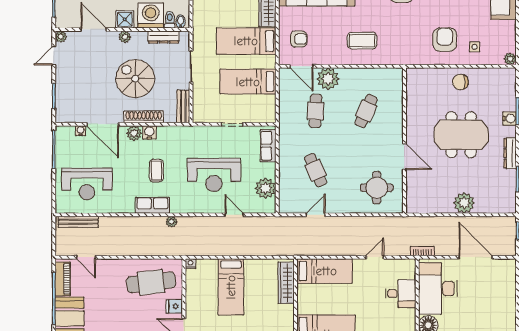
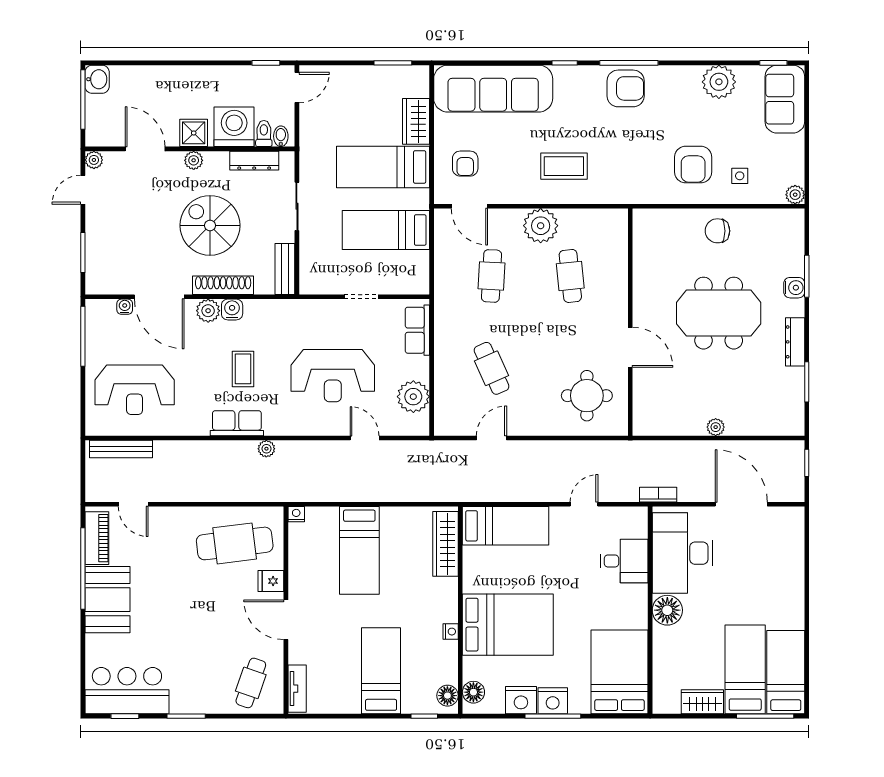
armchair: (299, 39) -> (465, 164), turned 90
armchair: (445, 40) -> (693, 165), turned 180
plant: (328, 79) -> (541, 226), moved
cafe table: (366, 111) -> (570, 276), turned -30
plant: (464, 203) -> (716, 427), width x0.53, depth x0.53

